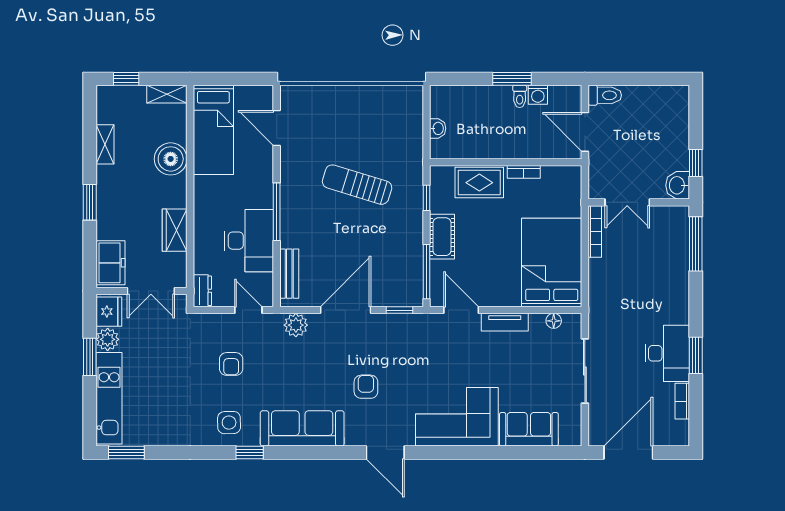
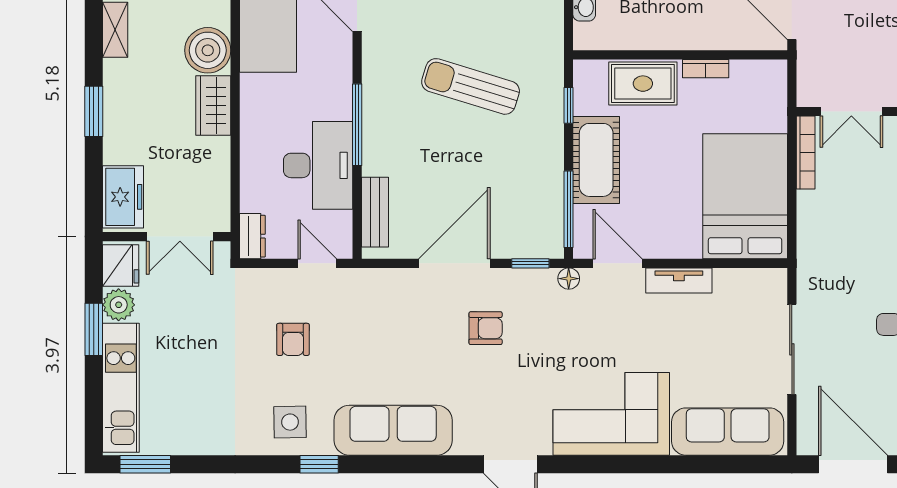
wardrobe: (175, 230) -> (213, 106), moved
cot: (442, 237) -> (596, 160), width x1.37, depth x1.34
floor lamp: (554, 321) -> (569, 279), moved
plant: (296, 325) -> (384, 285), removed
armchair: (366, 387) -> (486, 328), moved, turned 90
sofa: (529, 429) -> (728, 432), width x1.36
door: (628, 453) -> (853, 464), hinge flipped

